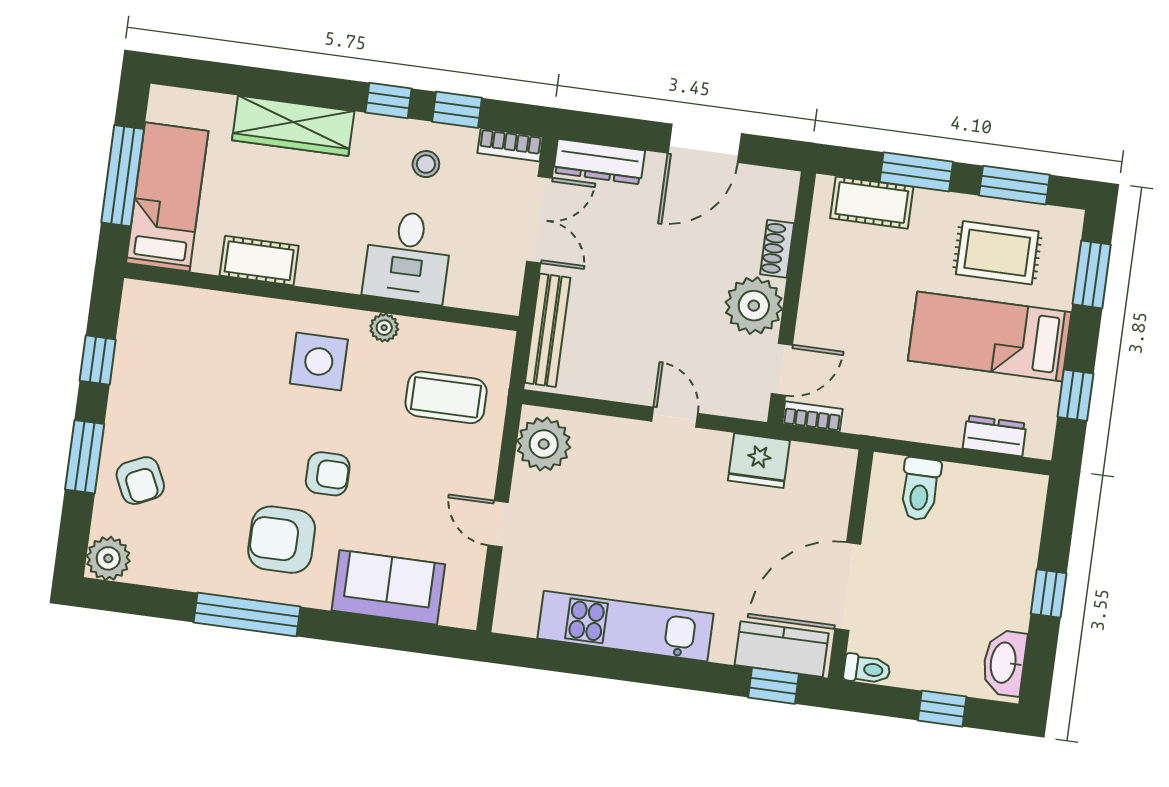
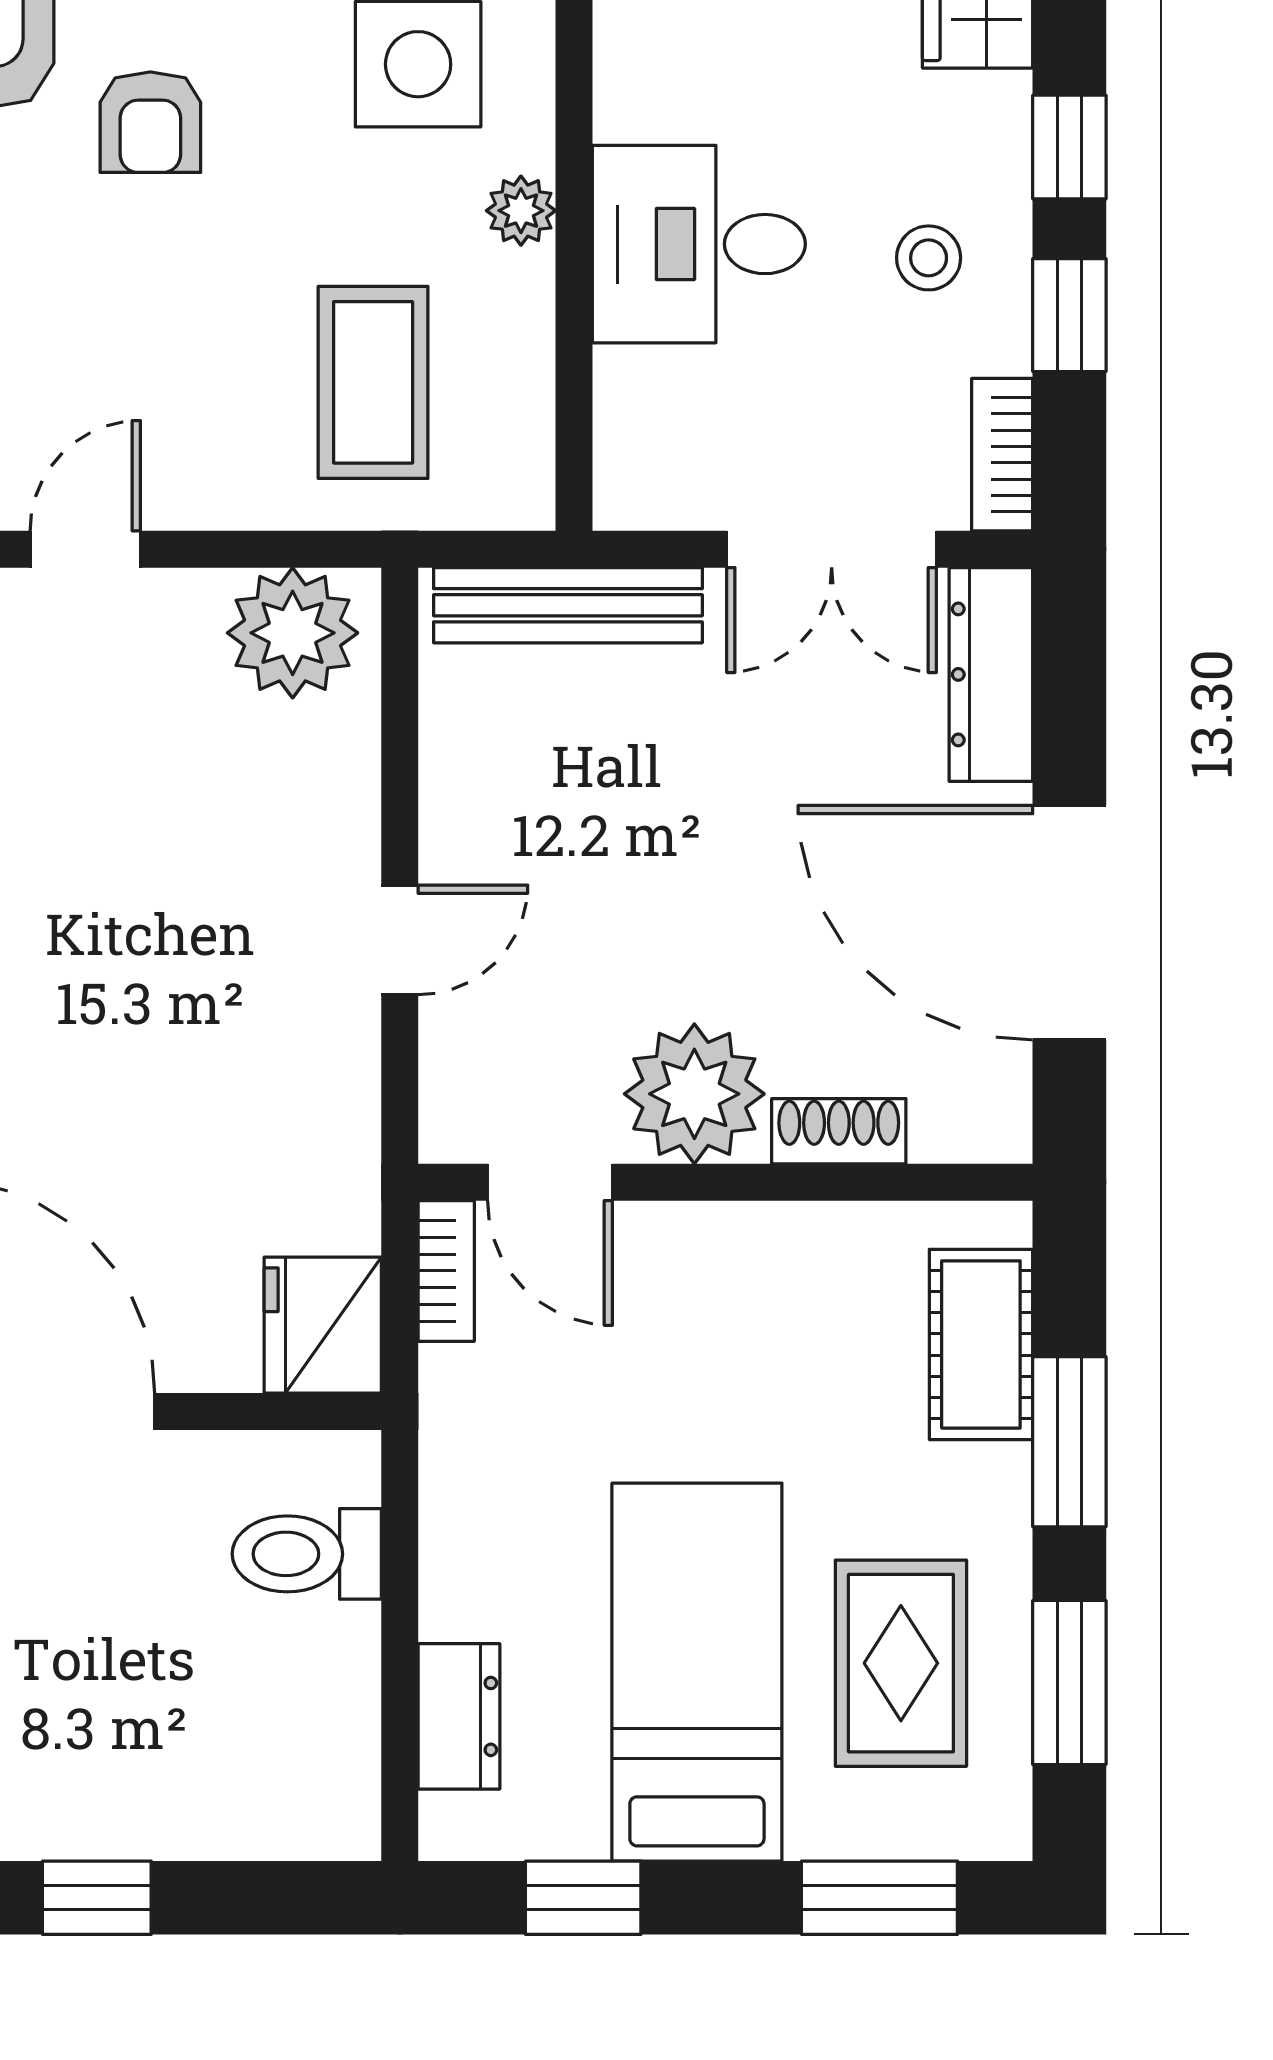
door: (705, 143) -> (1069, 923), width x1.36
fridge: (759, 461) -> (323, 1325), moved

